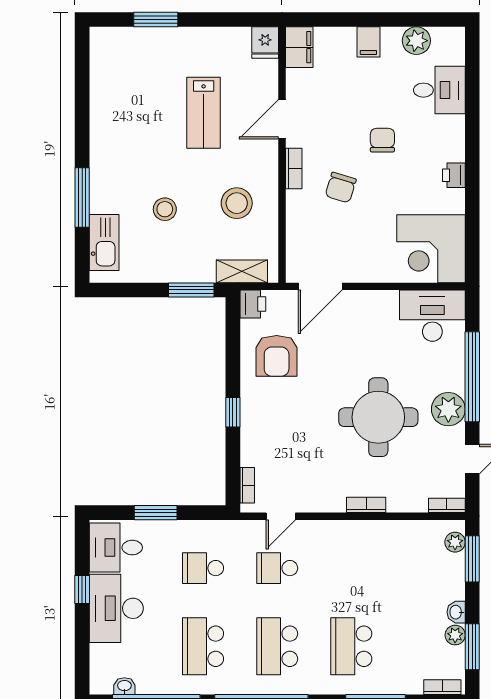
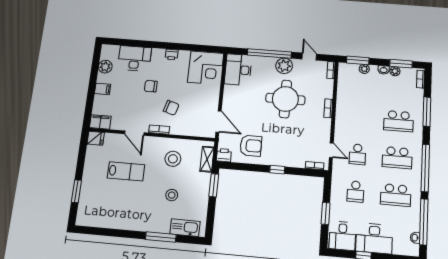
desk: (439, 90) -> (134, 58), width x1.37
plant: (455, 542) -> (364, 69), moved

